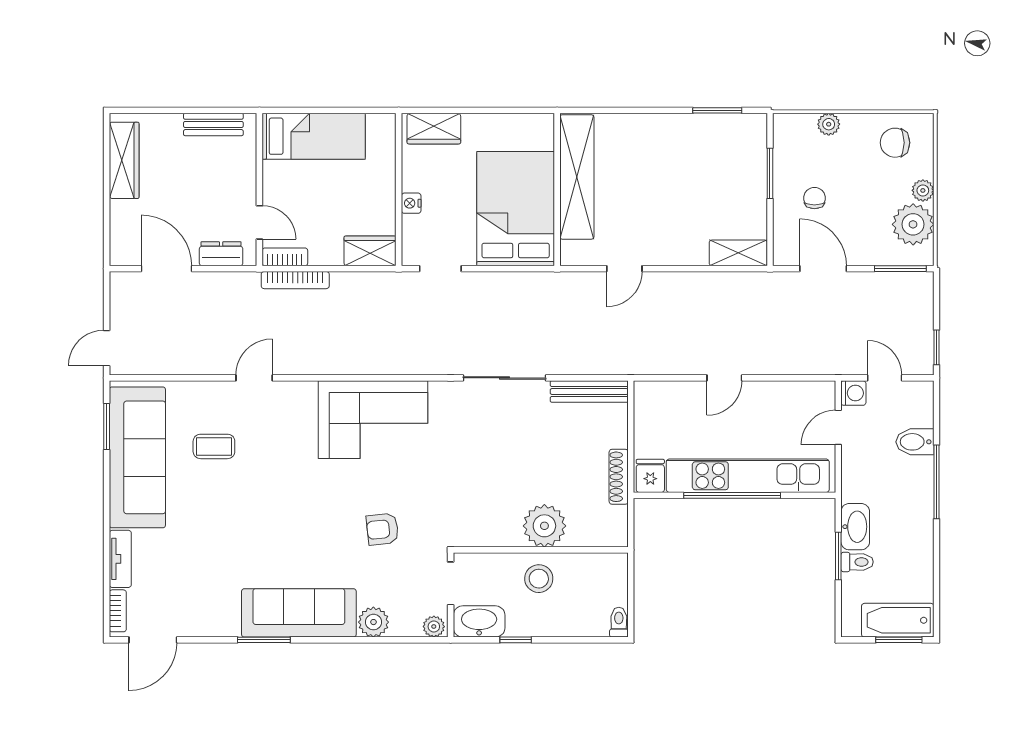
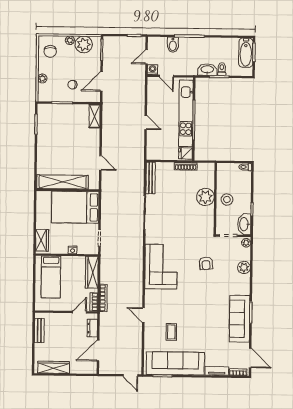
bed: (314, 136) -> (51, 277), moved, turned 180
wardrobe: (370, 251) -> (92, 272), width x1.50
sofa: (299, 613) -> (240, 319), moved

